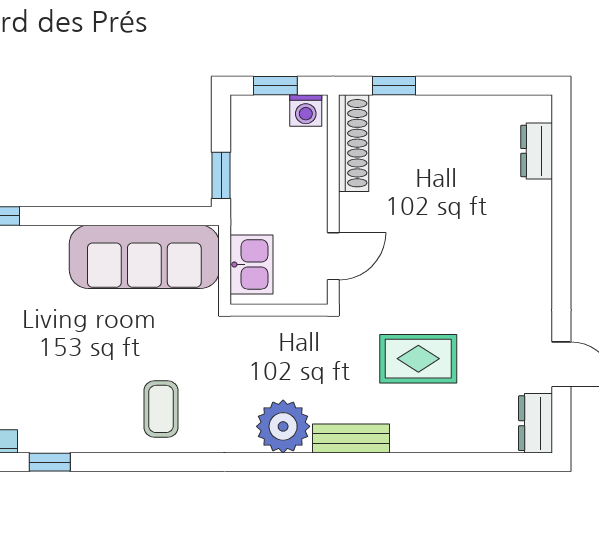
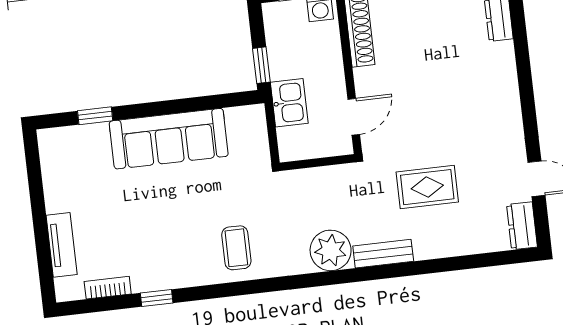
sofa: (144, 257) -> (169, 139), moved
kitchen sink: (251, 264) -> (289, 103), moved

